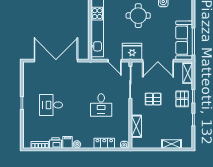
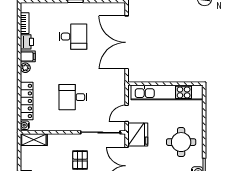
double door: (56, 61) -> (127, 42), swing flipped
desk: (51, 105) -> (73, 37), turned 90
shelving: (136, 126) -> (34, 140), moved
locker: (104, 143) -> (27, 101), width x1.53

